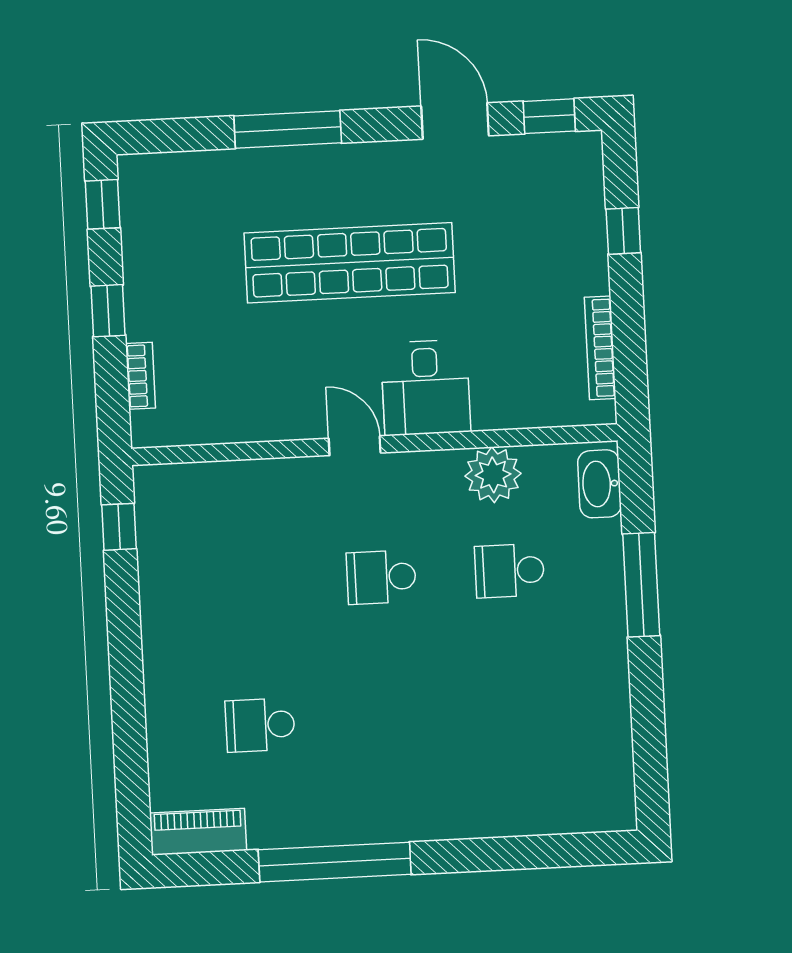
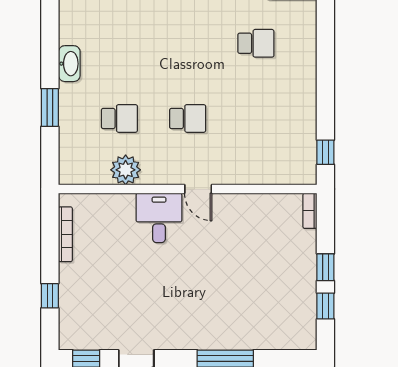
window: (103, 204) -> (325, 306), moved
shop shelf: (350, 263) -> (196, 286), removed
bookcase: (141, 376) -> (310, 211), moved
washbasin: (599, 484) -> (69, 64), moved
window: (641, 585) -> (50, 107), width x0.69

